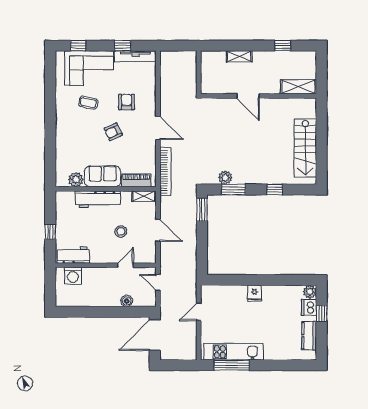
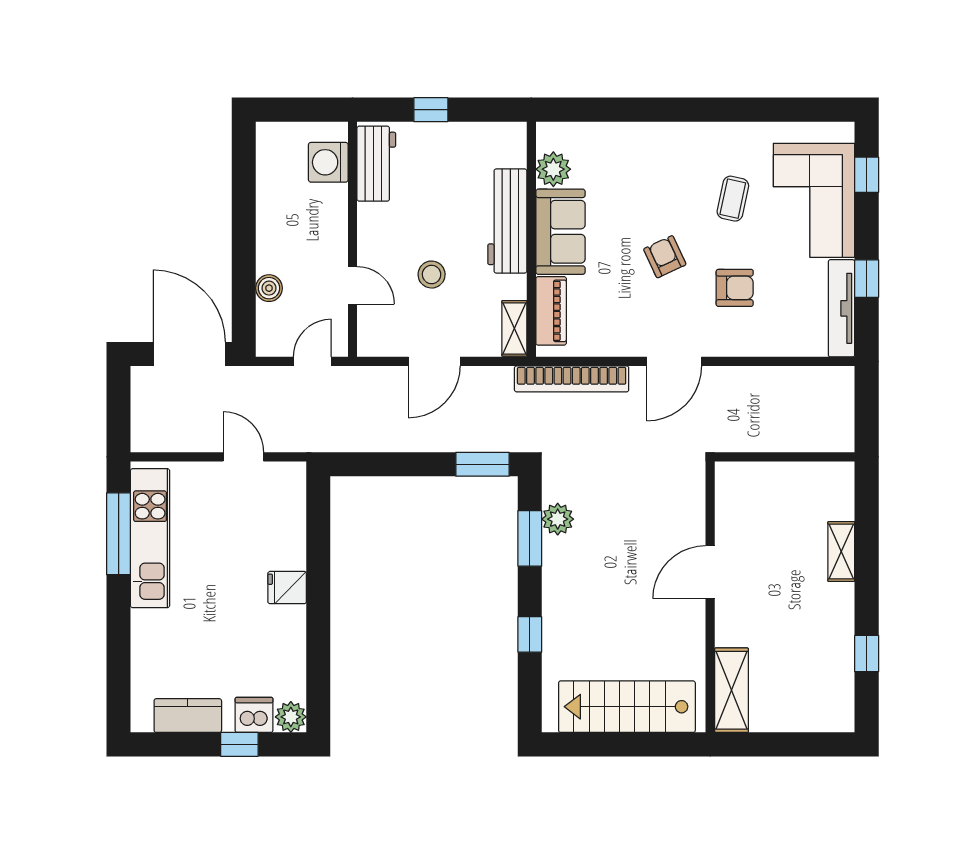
shelving: (298, 87) -> (731, 690), moved
door: (248, 96) -> (710, 572), moved
wall: (259, 96) -> (710, 597), moved

